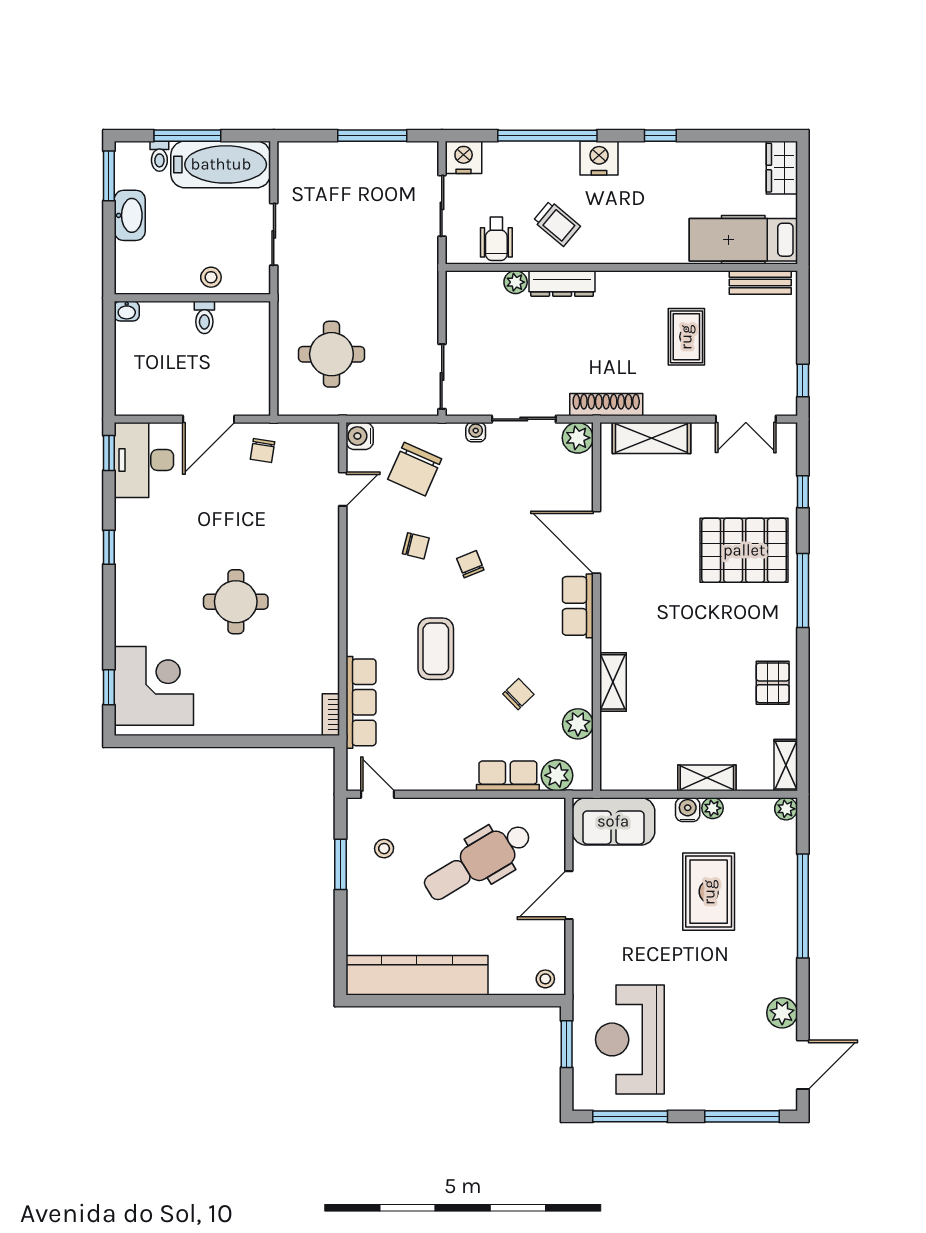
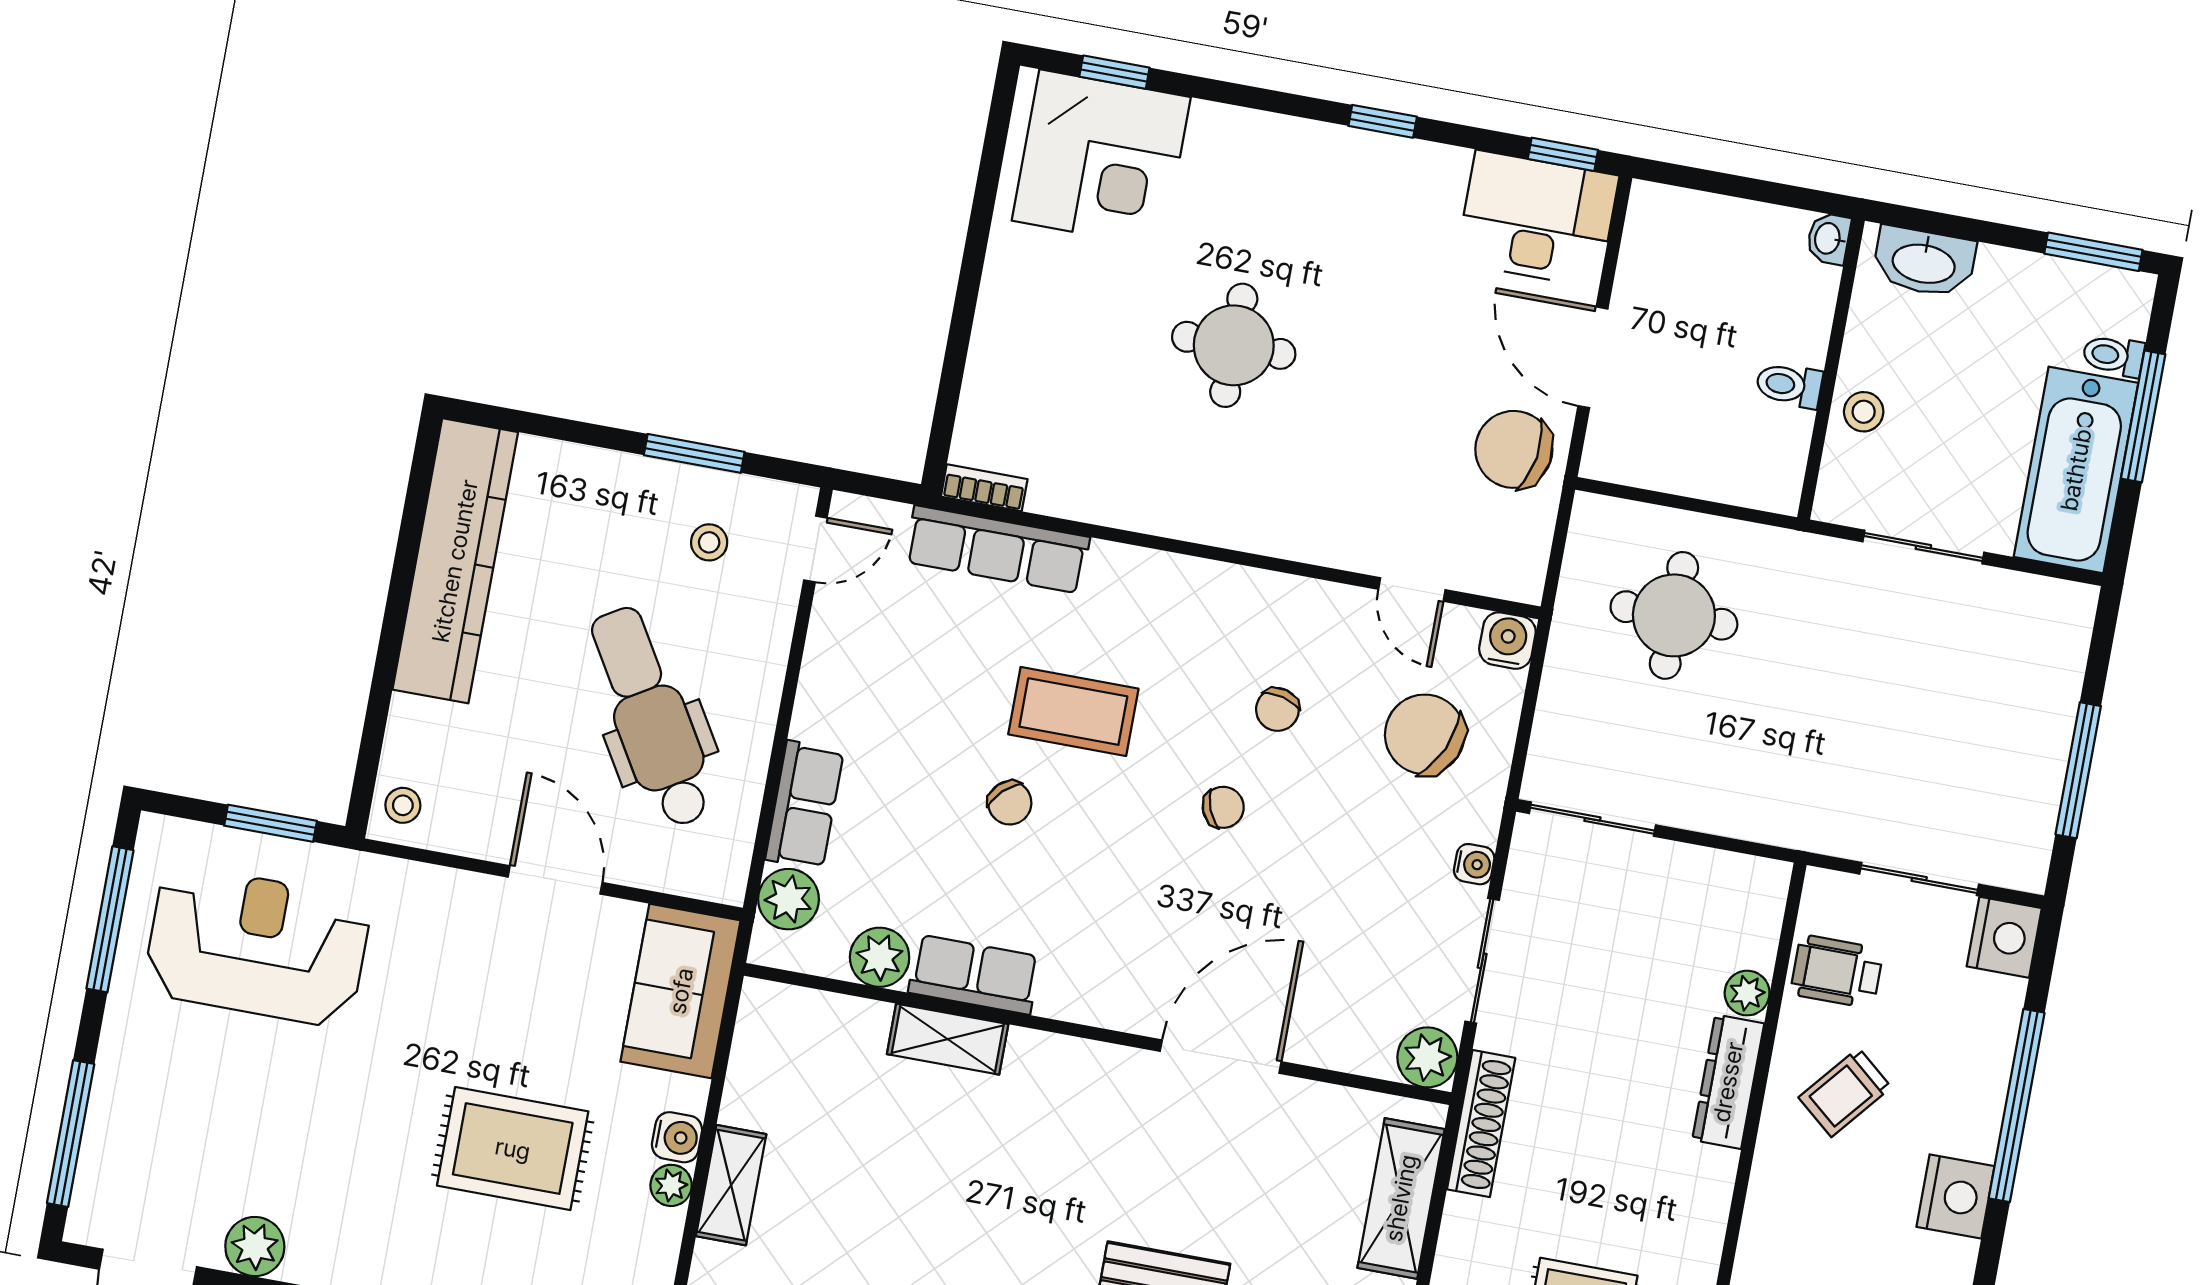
washbasin: (130, 215) -> (1924, 262), moved
chair: (262, 450) -> (1514, 449), width x1.87, depth x1.87
row of seats: (578, 606) -> (974, 975), moved
chair: (518, 694) -> (1010, 803), moved

